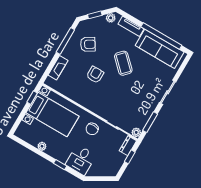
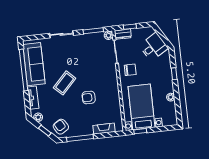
armchair: (88, 44) -> (61, 127), moved
desk: (81, 160) -> (154, 47), moved, turned -31

